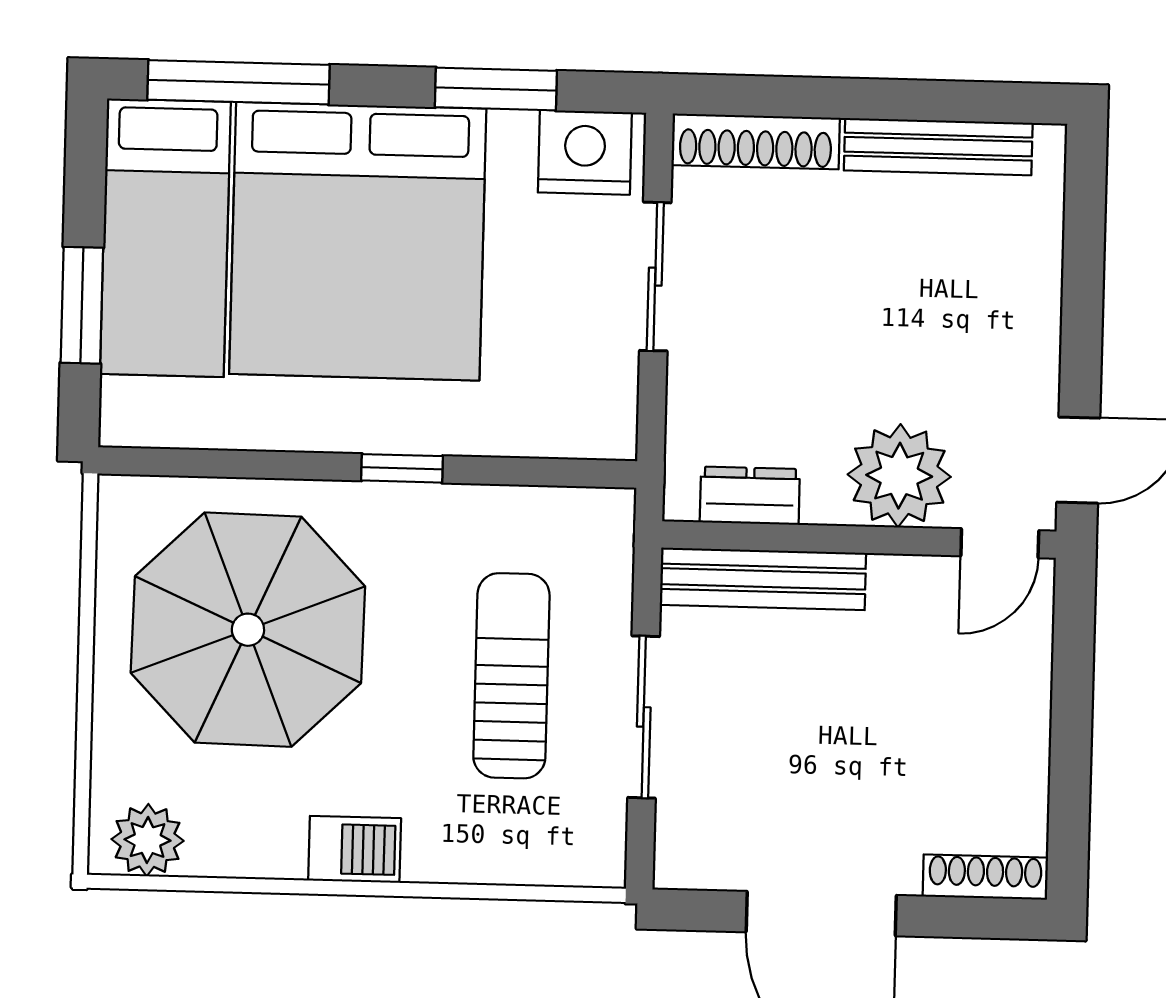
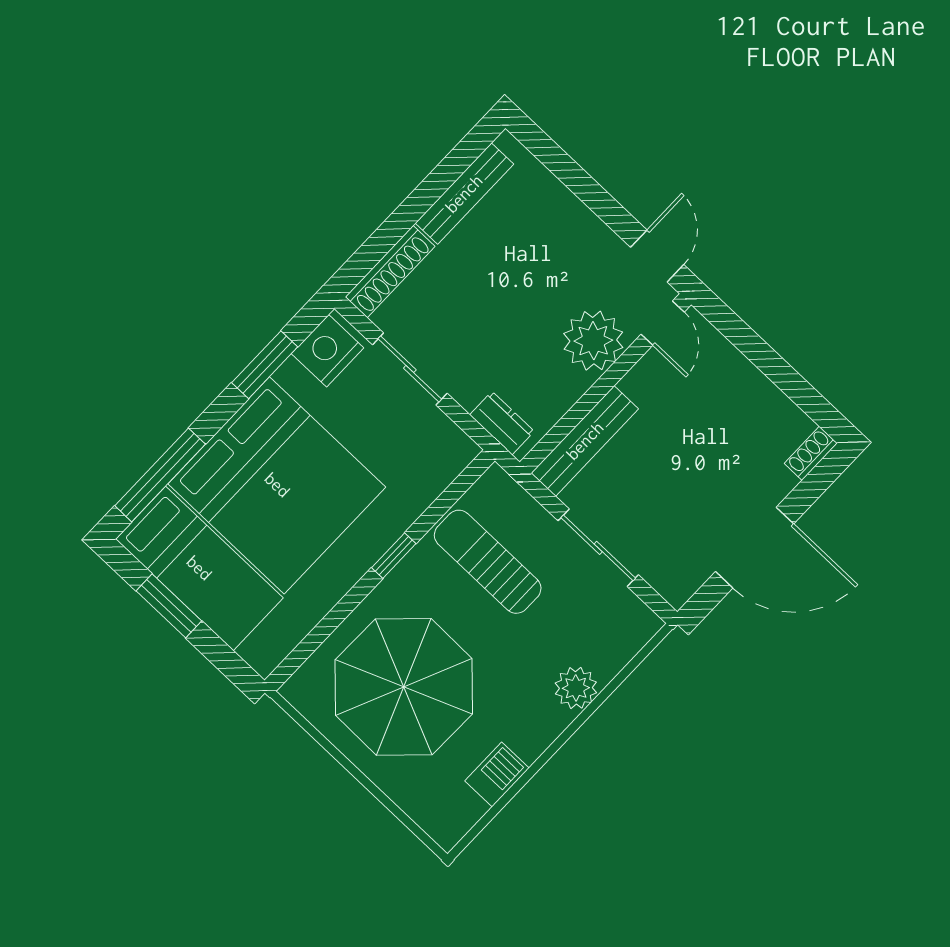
window: (82, 305) -> (169, 606), moved
dresser: (750, 496) -> (502, 423), moved, turned 90
sun lounger: (511, 676) -> (488, 562), moved
plant: (148, 840) -> (576, 688), moved
barbecue: (355, 849) -> (497, 774), moved
shoe rack: (985, 877) -> (811, 453), width x0.70

